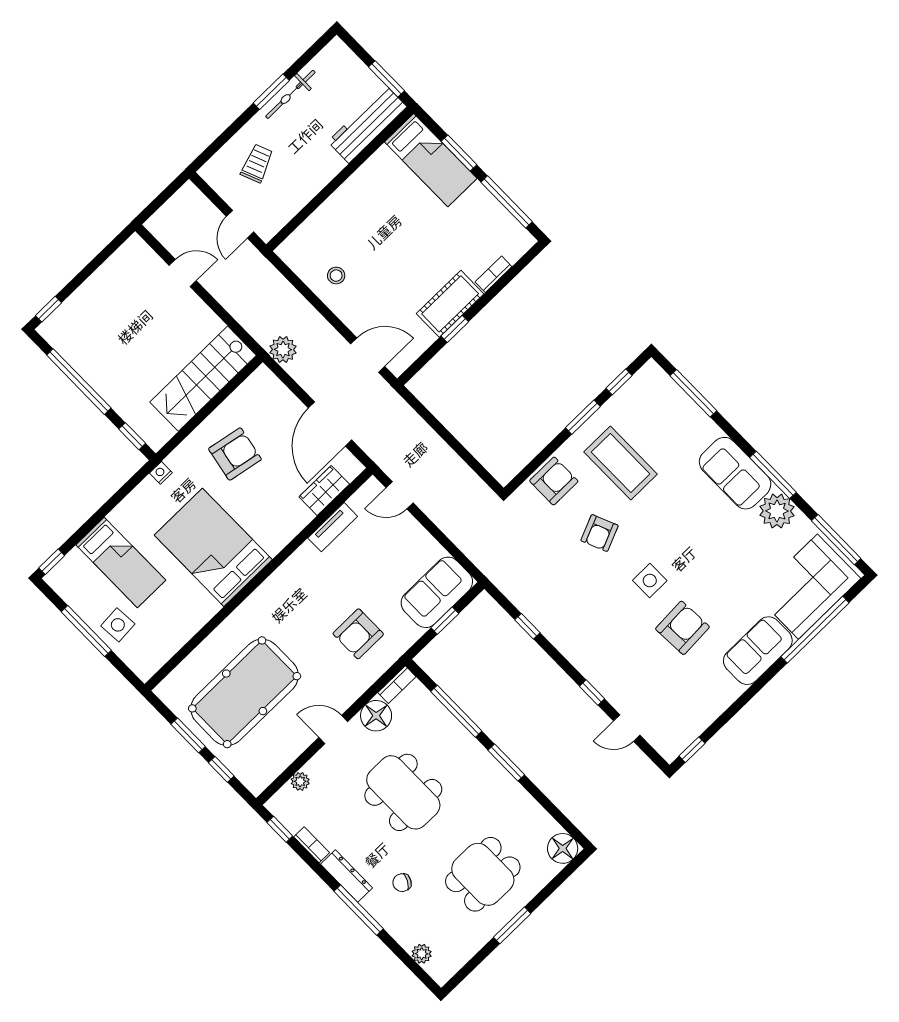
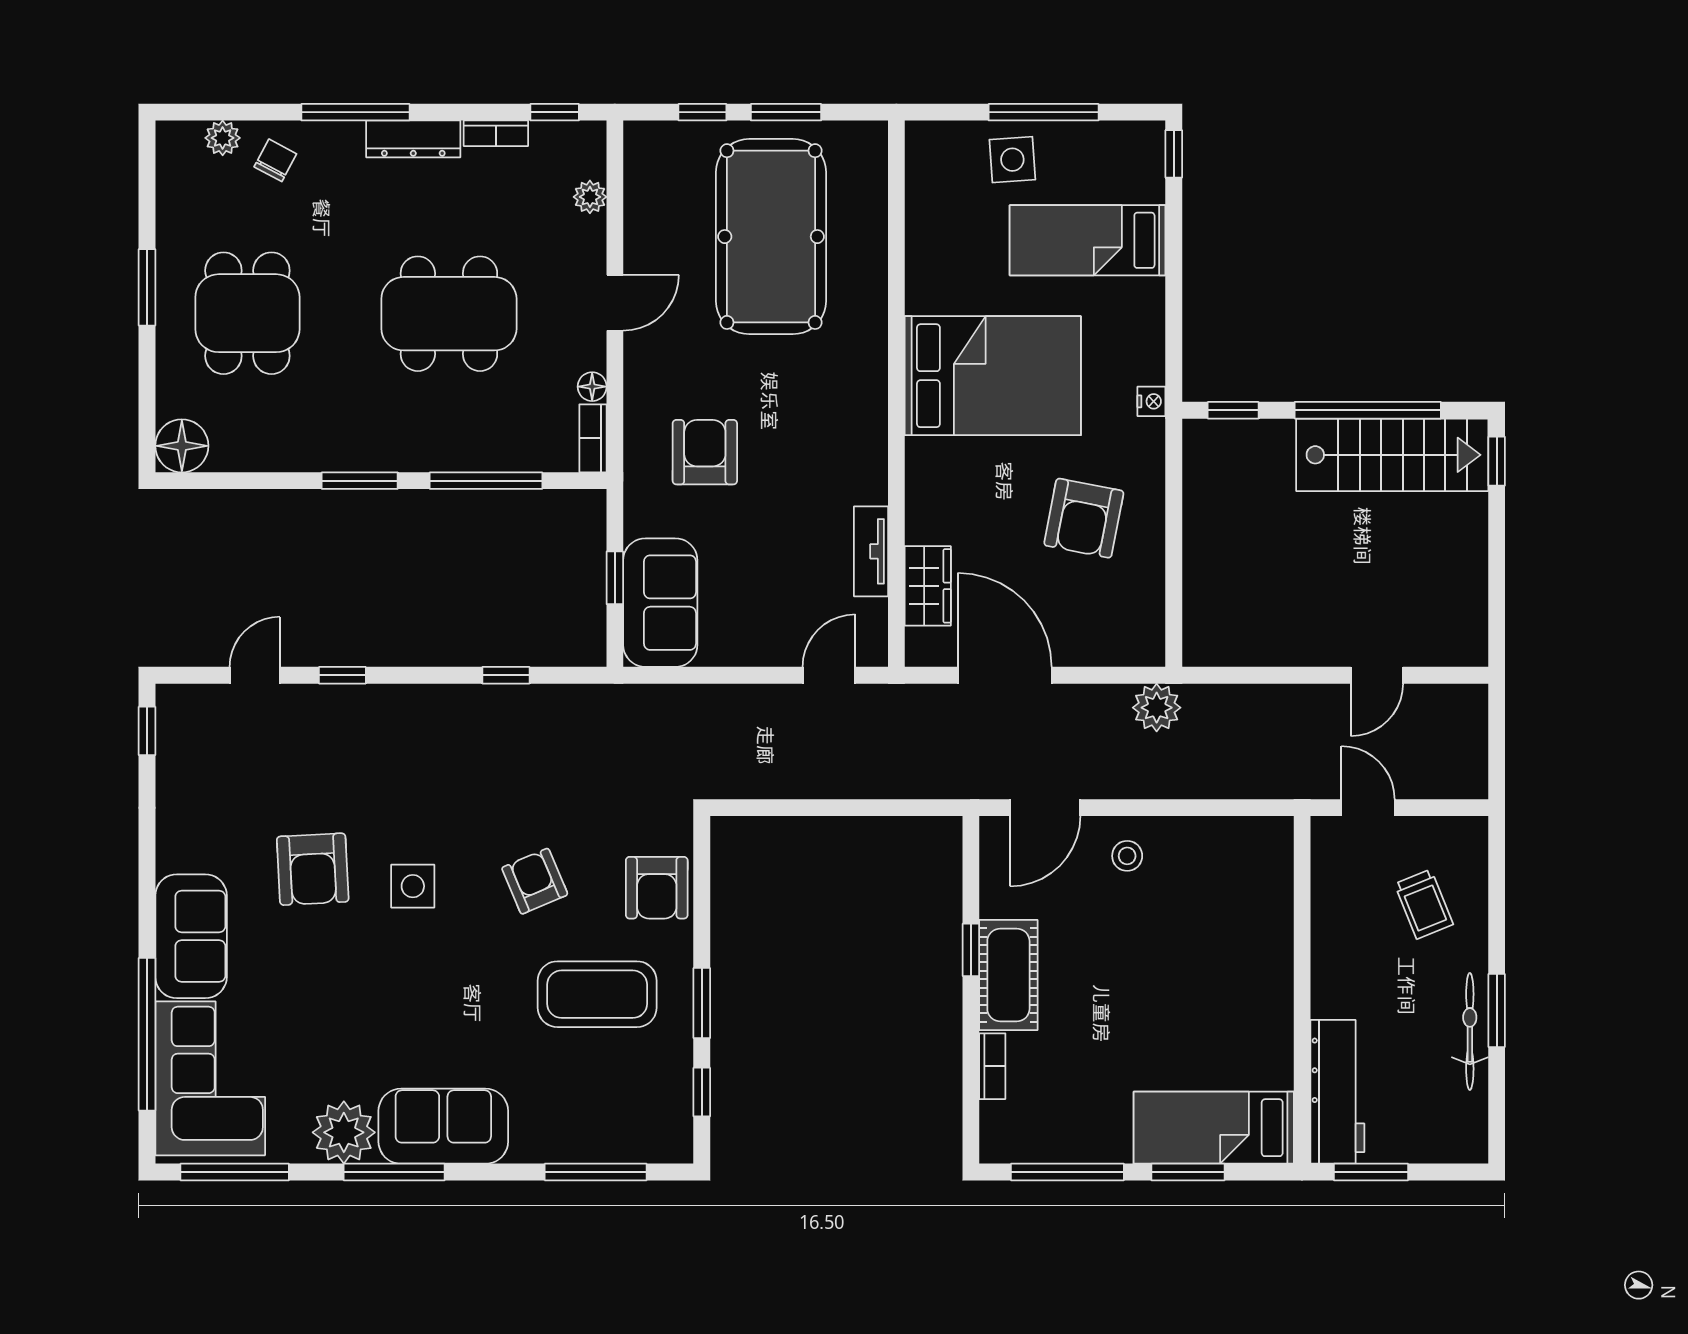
stool: (336, 276) -> (1127, 856), moved
stairs: (203, 379) -> (1392, 455), moved, turned 90
floor lamp: (376, 716) -> (592, 387), width x0.53, depth x0.53
chair: (402, 883) -> (275, 160), moved

